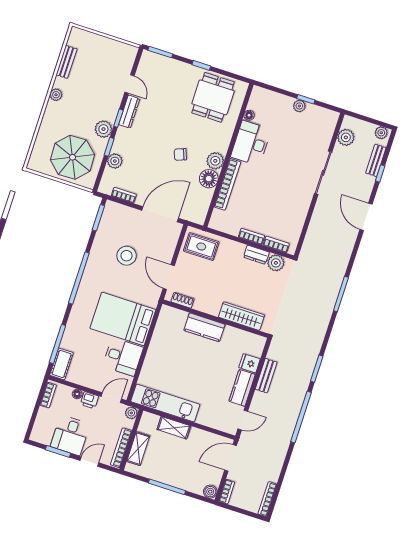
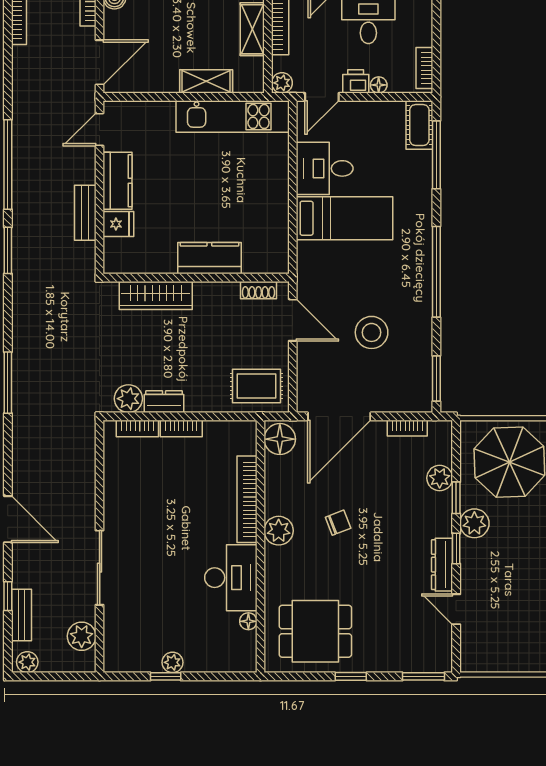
dining table: (213, 97) -> (315, 631), turned 90
floor lamp: (209, 179) -> (280, 439), moved
bed: (123, 319) -> (344, 218), width x0.67

